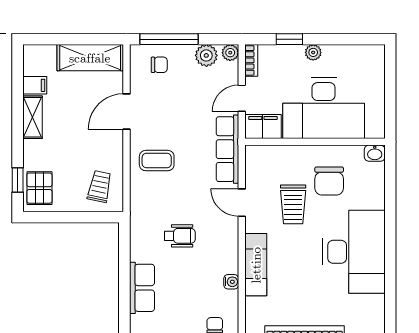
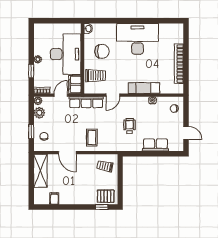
window: (169, 39) -> (31, 131), width x0.46
door: (242, 98) -> (61, 95), swing flipped
shelving: (33, 117) -> (70, 200), removed
trolley: (293, 204) -> (96, 76), moved

